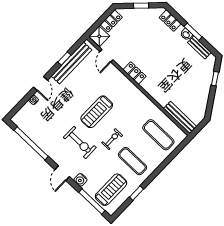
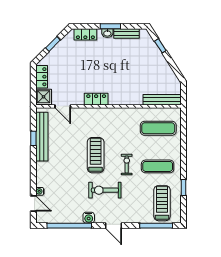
door: (40, 84) -> (33, 203), moved
treadmill: (97, 112) -> (96, 155), turned 180
exercise bike: (80, 142) -> (105, 190), turned 180
water cooler: (80, 180) -> (89, 218), moved

